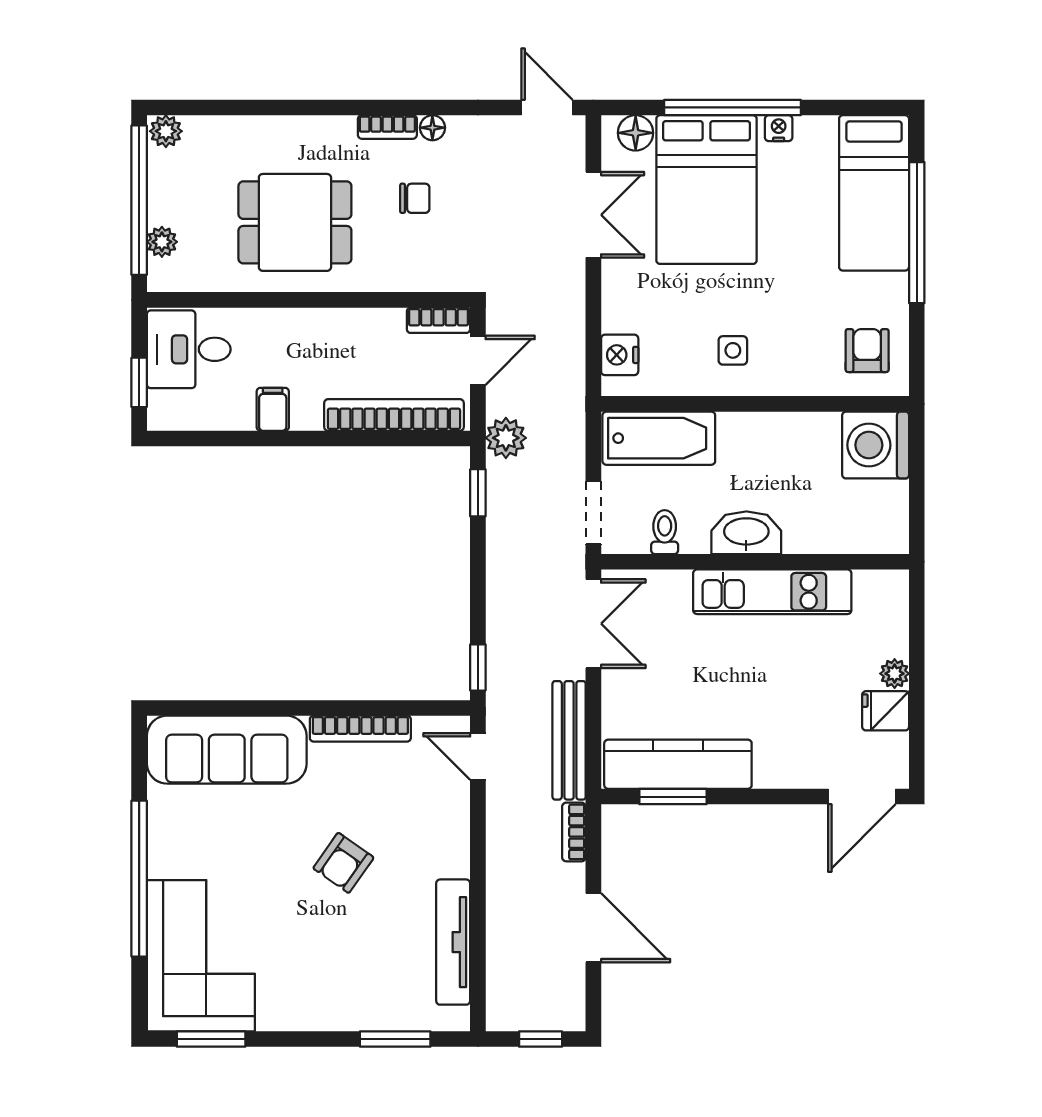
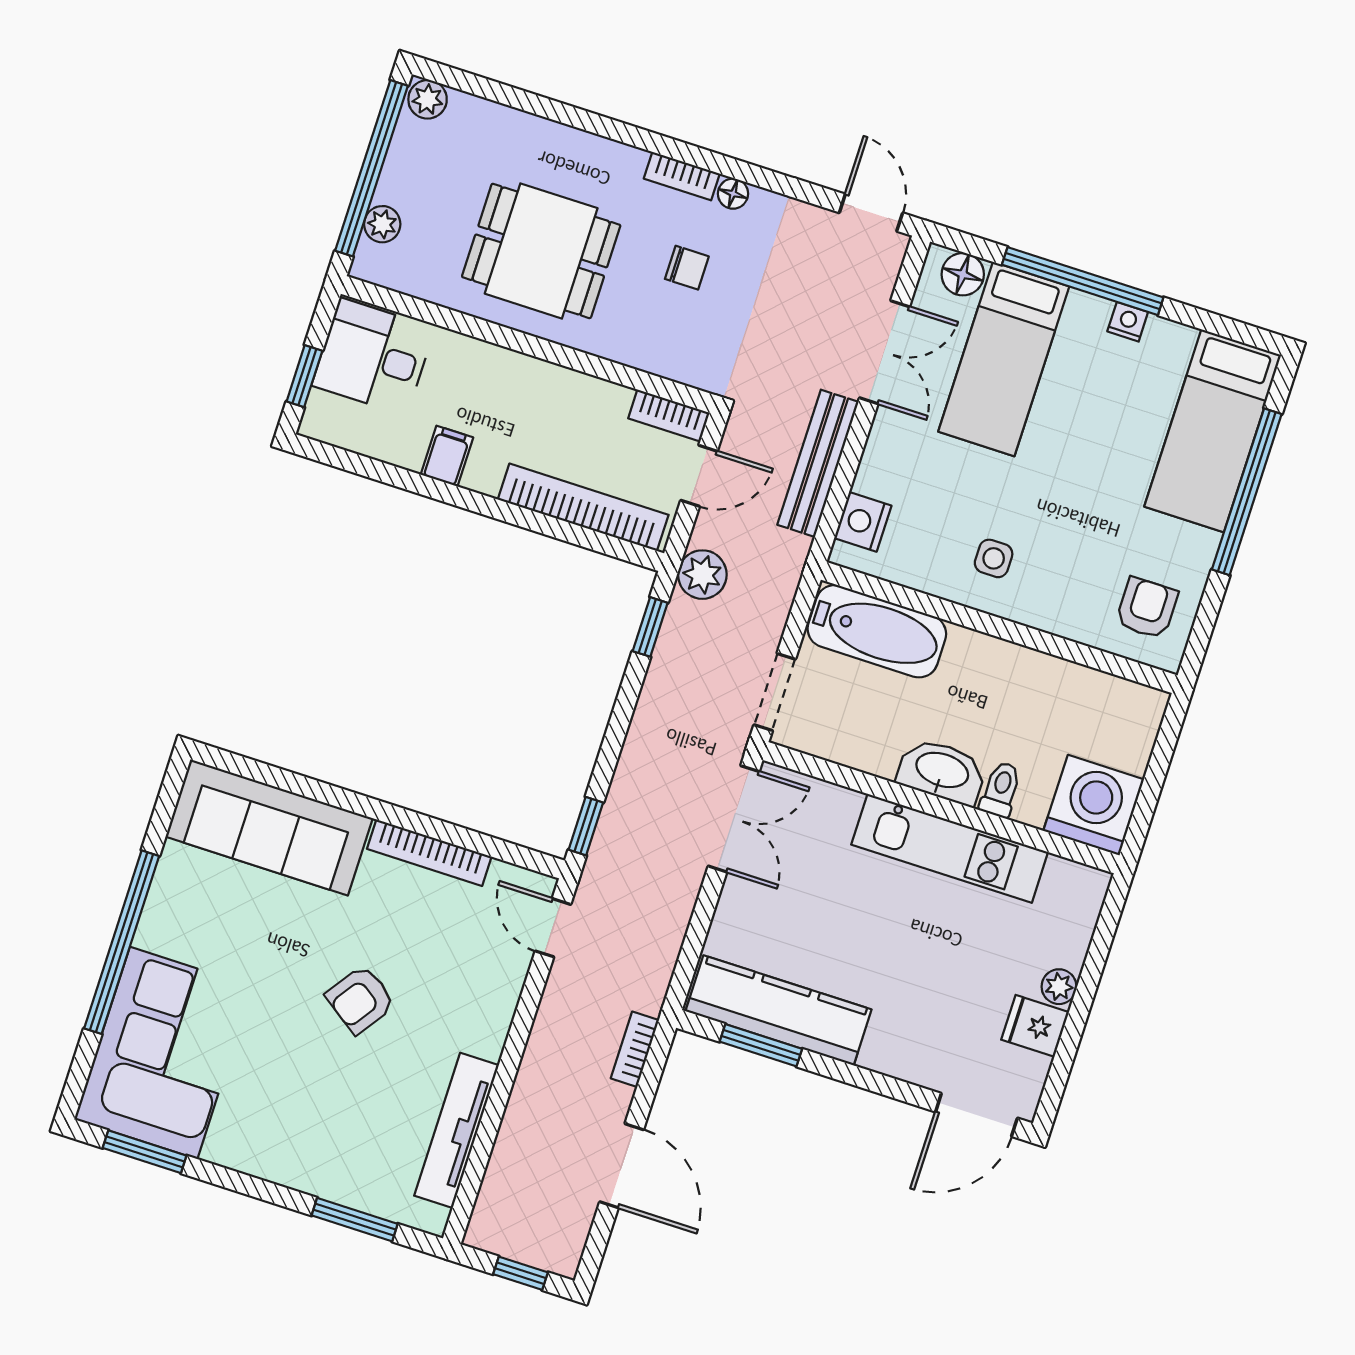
bed: (706, 190) -> (1004, 359), width x0.67
washing machine: (876, 445) -> (1094, 805), moved, turned 90
toilet: (665, 532) -> (1001, 790), moved
bench: (569, 740) -> (818, 463), moved

